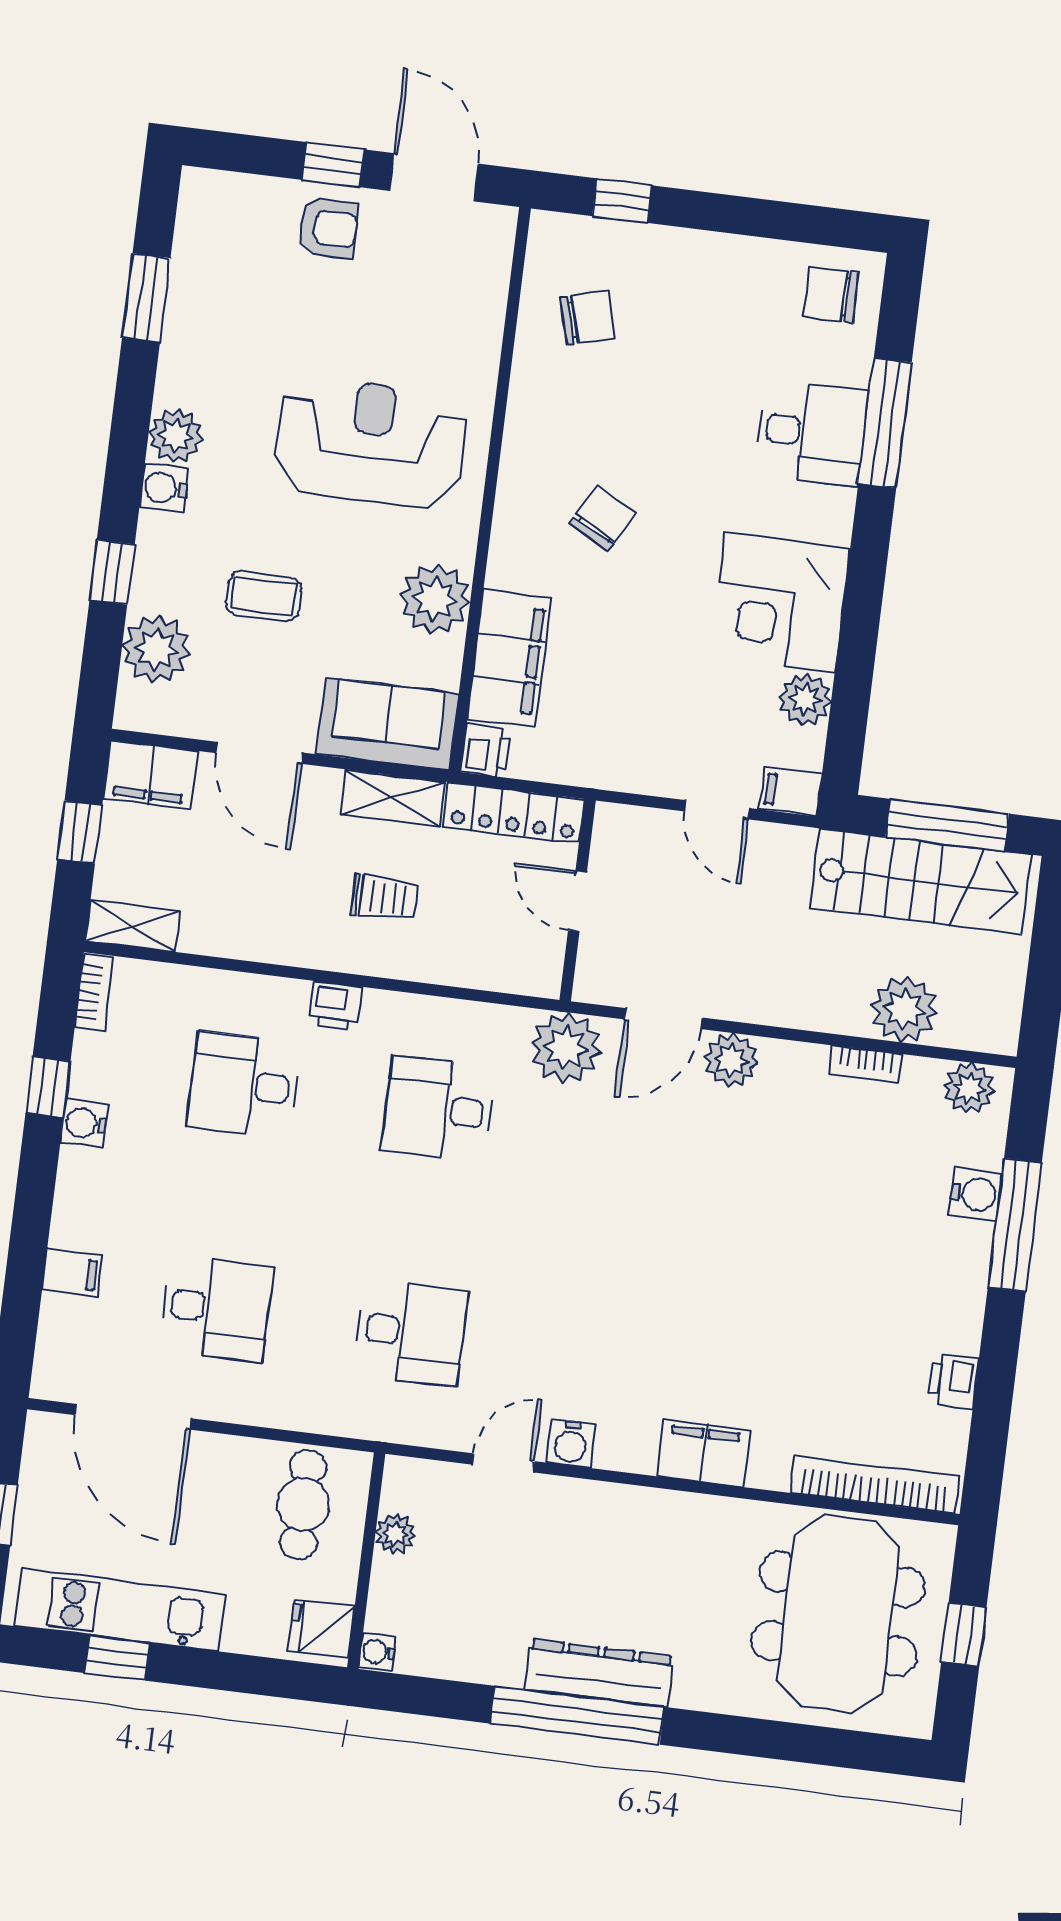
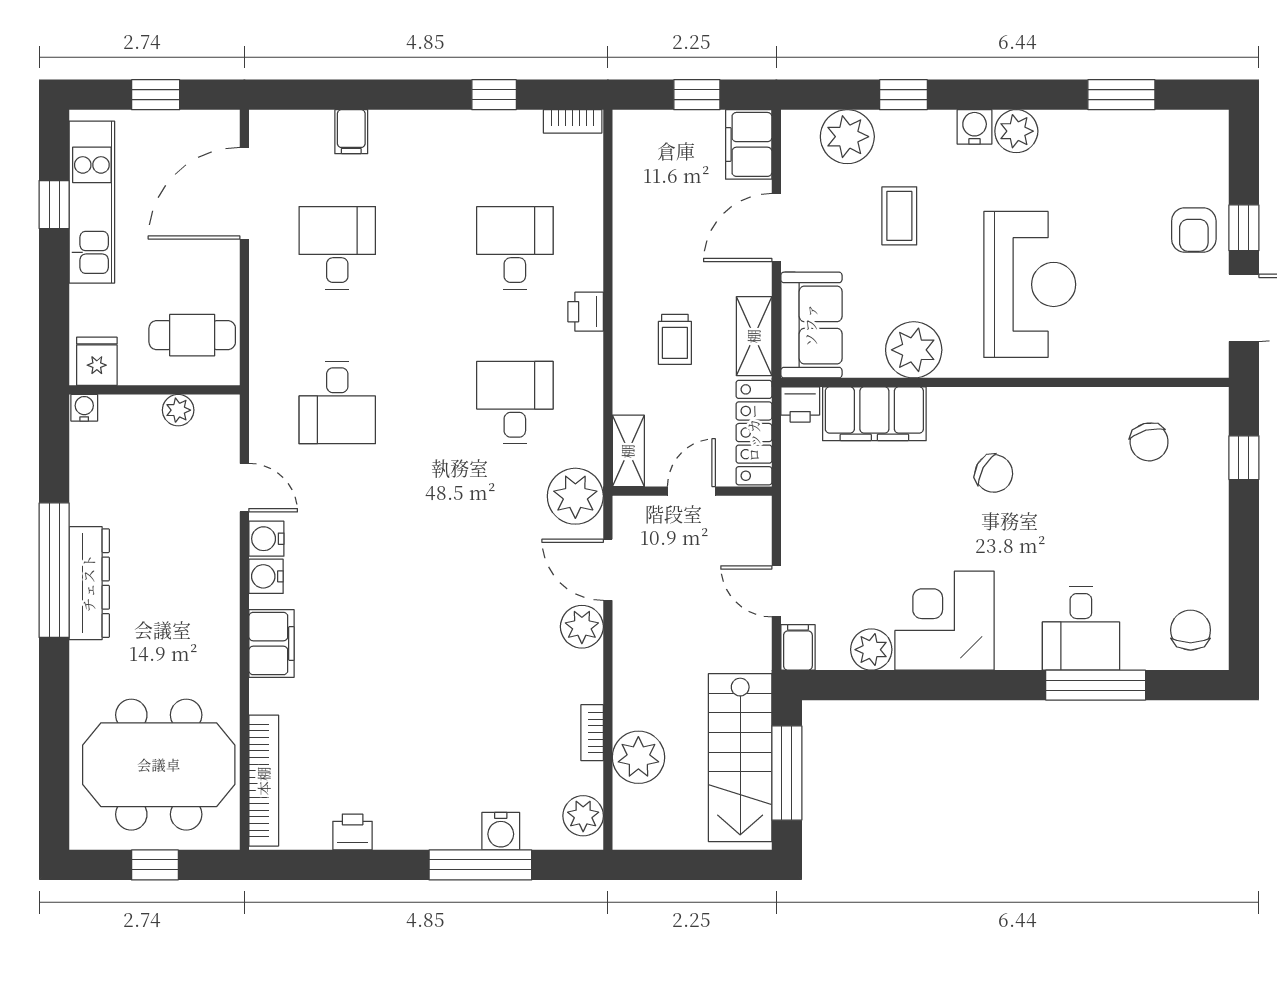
door: (717, 810) -> (776, 591), hinge flipped
shelving: (133, 926) -> (628, 451), moved
water cooler: (85, 1123) -> (266, 576), moved, turned -90
desk: (216, 1308) -> (337, 248), turned 180

